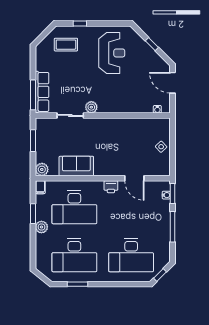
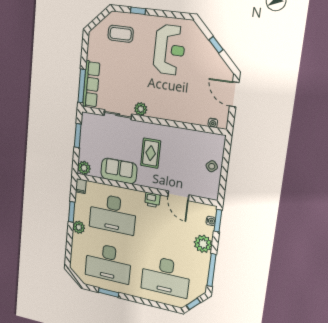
rug: (105, 145) -> (151, 153), added
plant: (162, 217) -> (203, 244), added
window: (173, 227) -> (212, 270), moved

